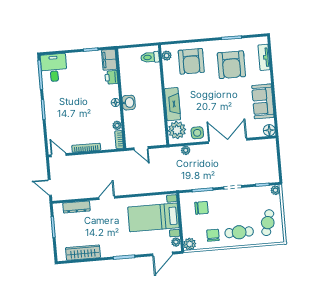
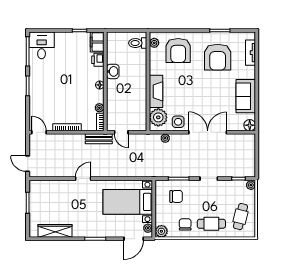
washbasin: (129, 103) -> (113, 71), moved
bench: (119, 157) -> (99, 139), added
dresser: (76, 207) -> (52, 185), removed

